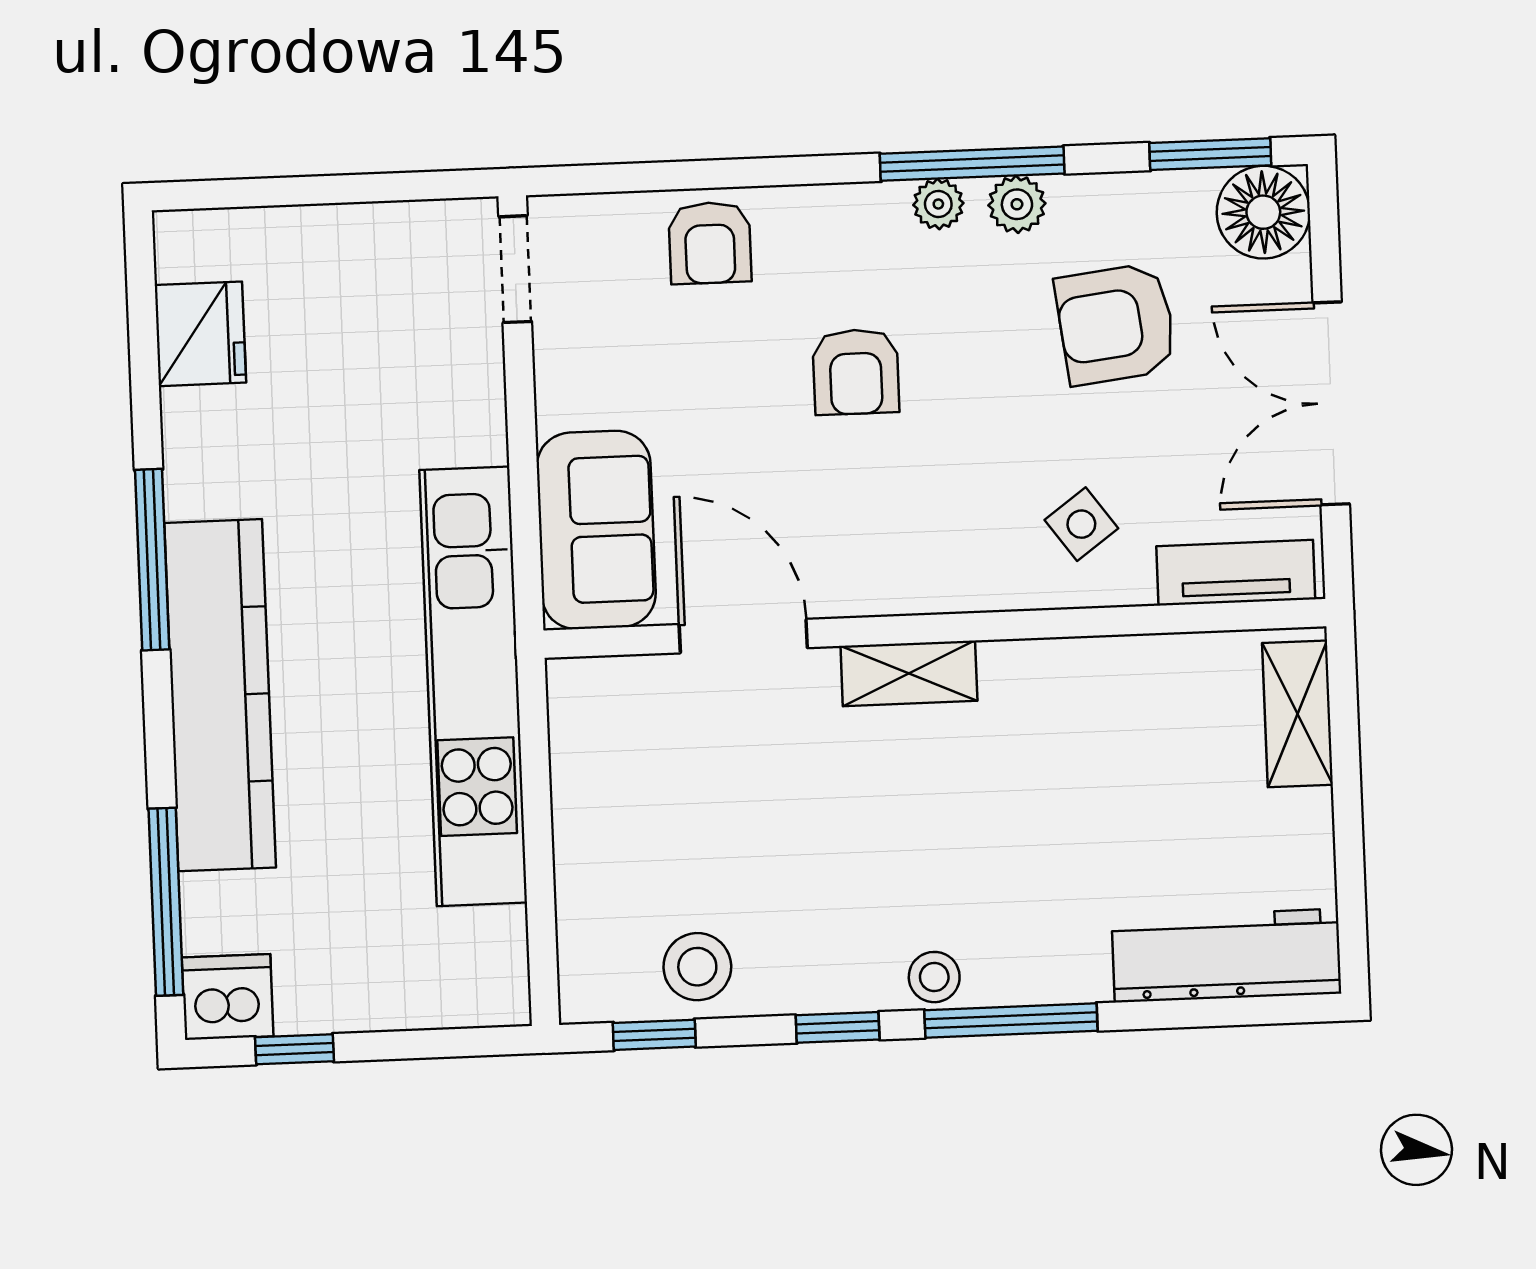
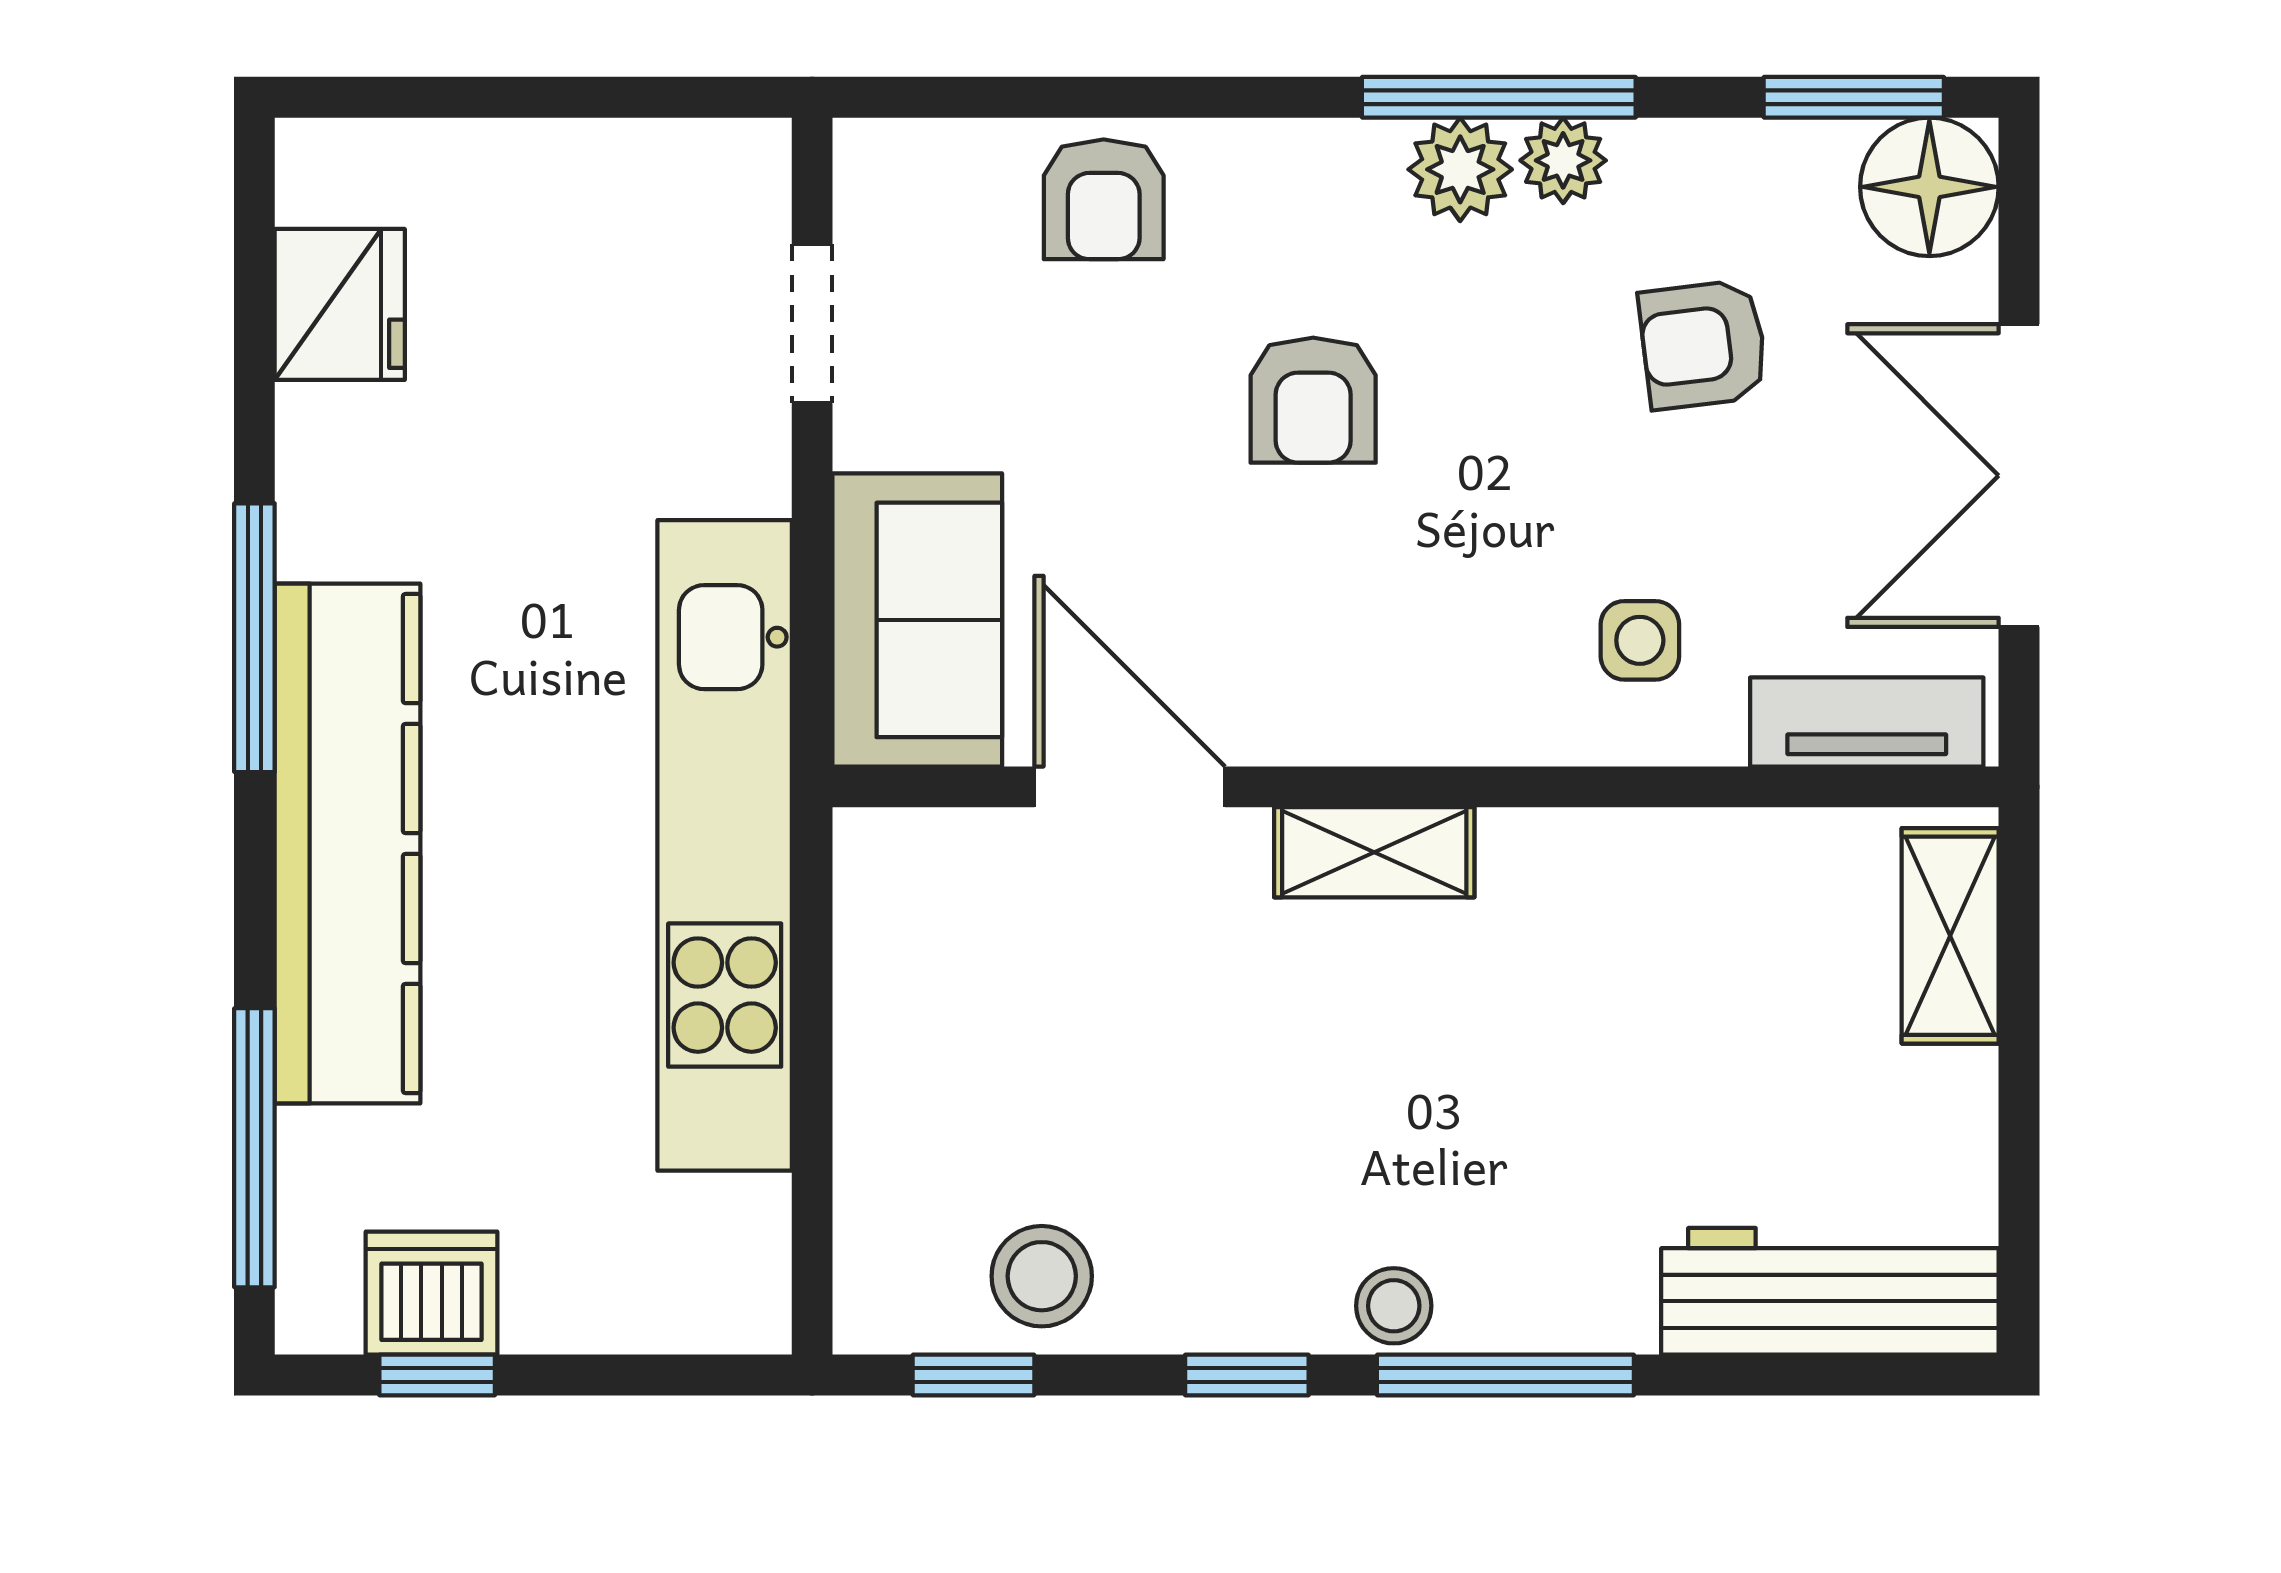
plant: (938, 204) -> (1460, 169), width x1.38, depth x1.38
doorway: (515, 269) -> (812, 324), moved
armchair: (1116, 324) -> (1703, 345), width x0.72, depth x0.72
side table: (1081, 524) -> (1640, 640), turned 36
dishwasher: (228, 997) -> (431, 1293), moved

